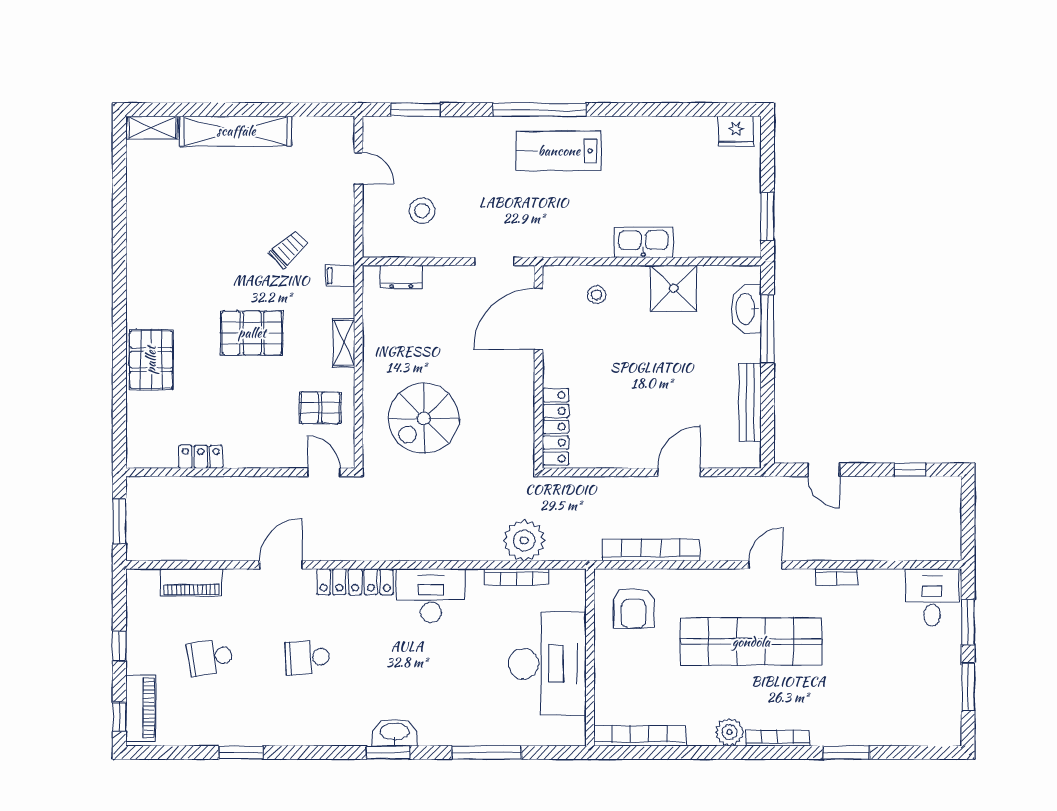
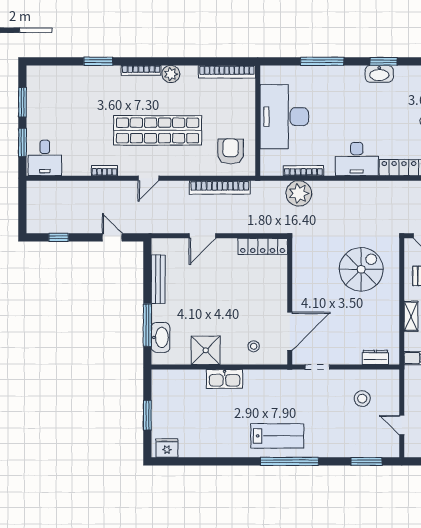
window: (767, 216) -> (147, 415), moved
locker: (556, 427) -> (263, 246), moved, turned -90

